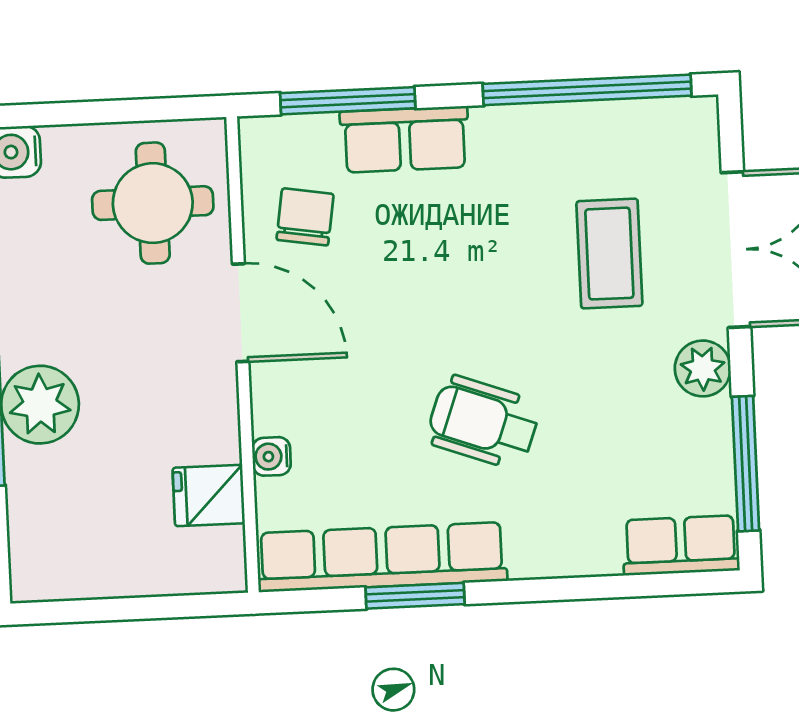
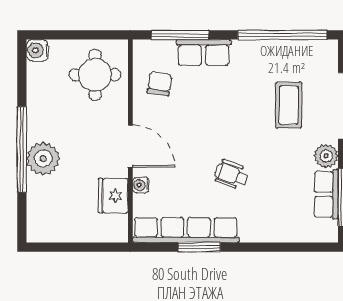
door: (241, 313) -> (130, 146), moved
wheelchair: (483, 422) -> (232, 175), width x0.73, depth x0.73
fridge: (209, 496) -> (113, 196), width x1.38
row of seats: (681, 545) -> (326, 194), moved, turned -90

